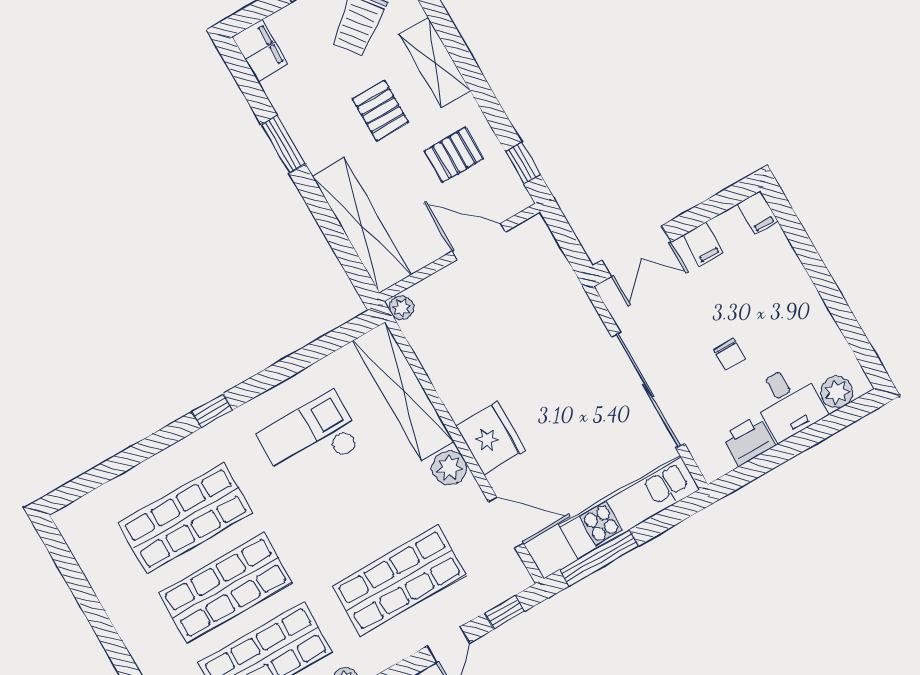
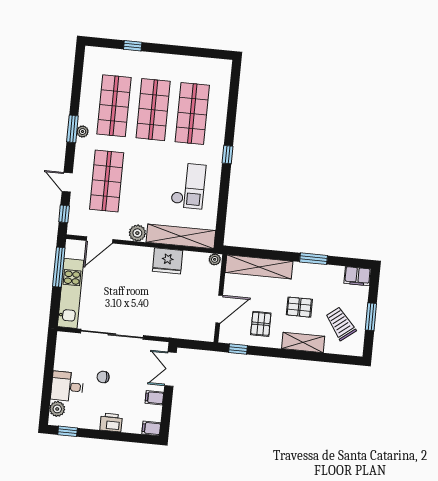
window: (862, 349) -> (68, 431), added
fridge: (490, 438) -> (168, 261), moved
printer: (749, 441) -> (111, 422), moved, turned -90

